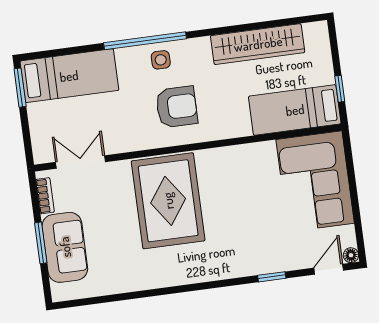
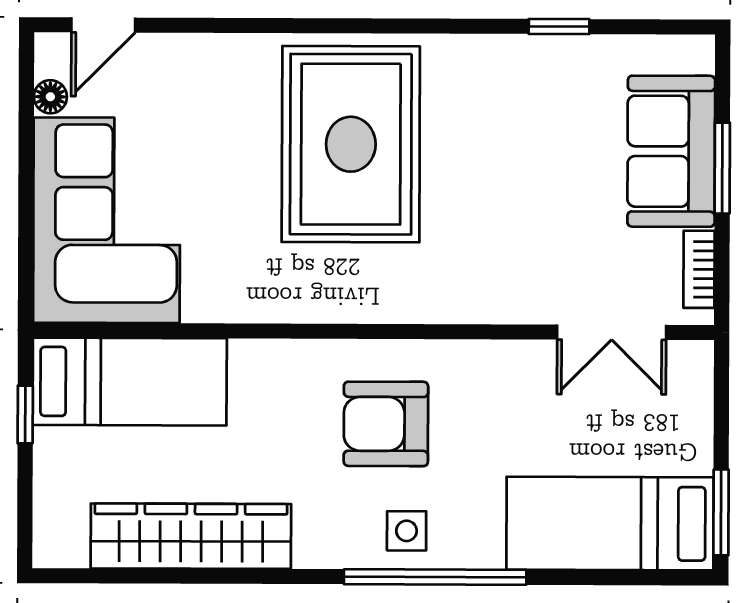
rug: (168, 201) -> (351, 144), moved
floor lamp: (351, 255) -> (50, 97), moved
window: (272, 277) -> (559, 26), moved

